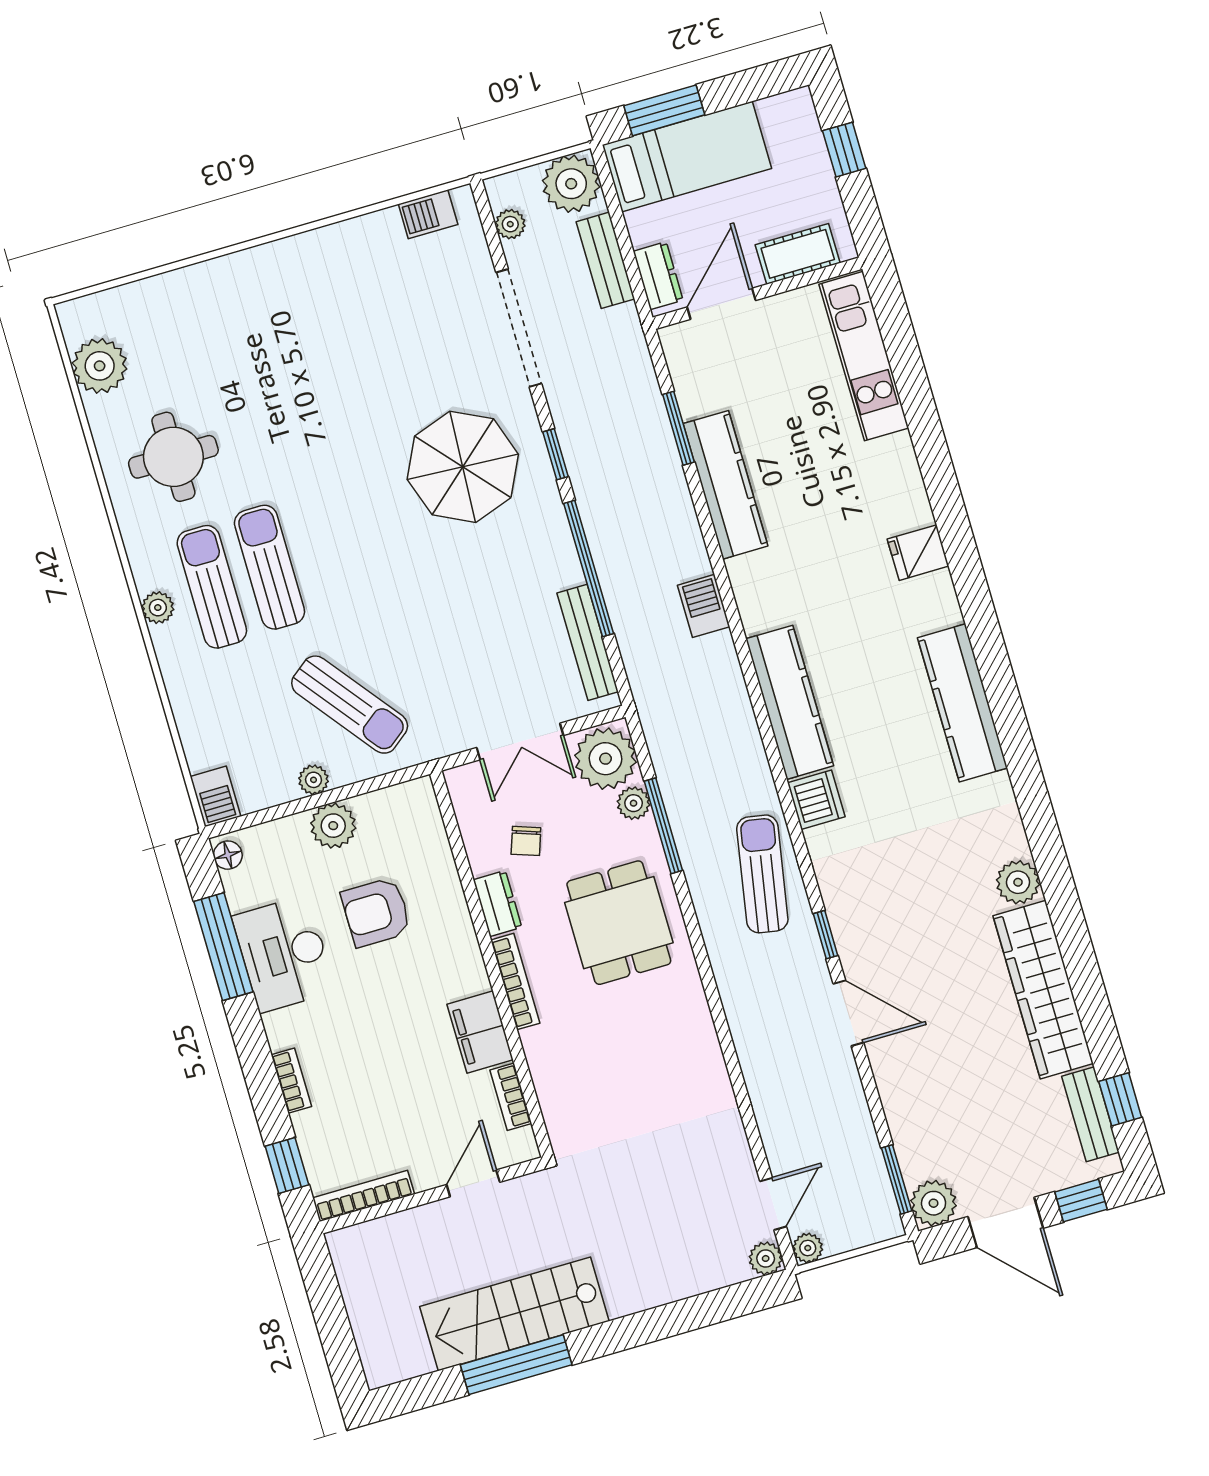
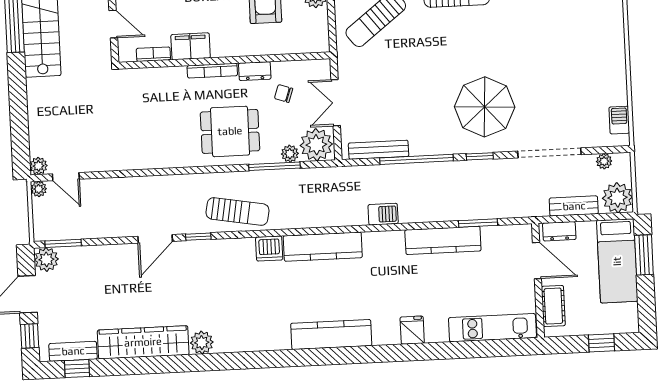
fridge: (918, 553) -> (412, 330), moved
kitchen counter: (962, 703) -> (331, 334), moved

